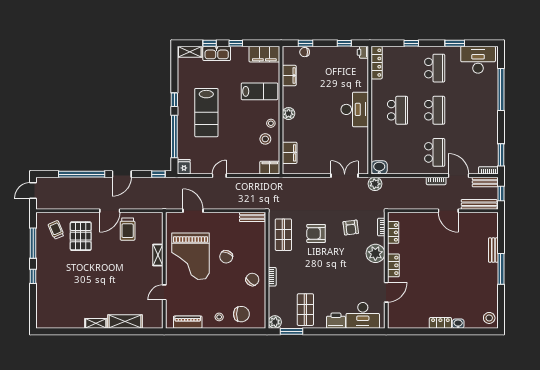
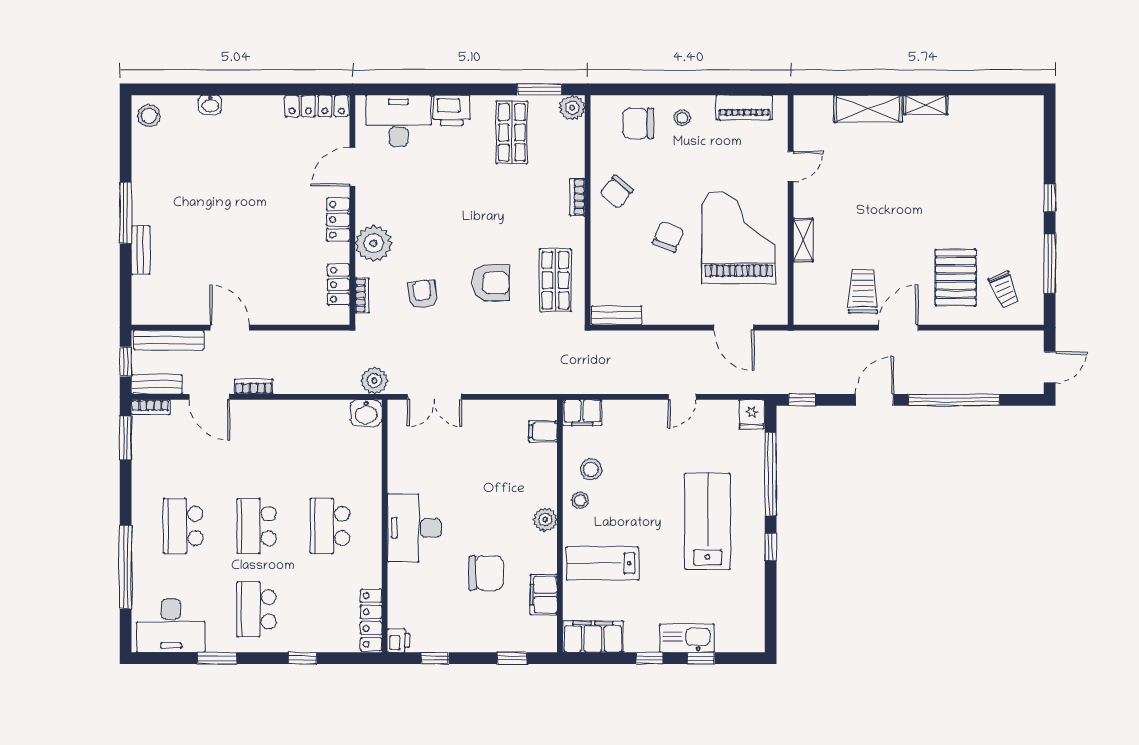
shelving: (190, 52) -> (740, 641), removed
chair: (305, 52) -> (486, 573), moved, width x1.87, depth x1.87
school desk: (435, 152) -> (183, 526), moved
filing cabinet: (290, 153) -> (543, 431), width x0.50
locker: (440, 323) -> (317, 106), moved, width x1.53

